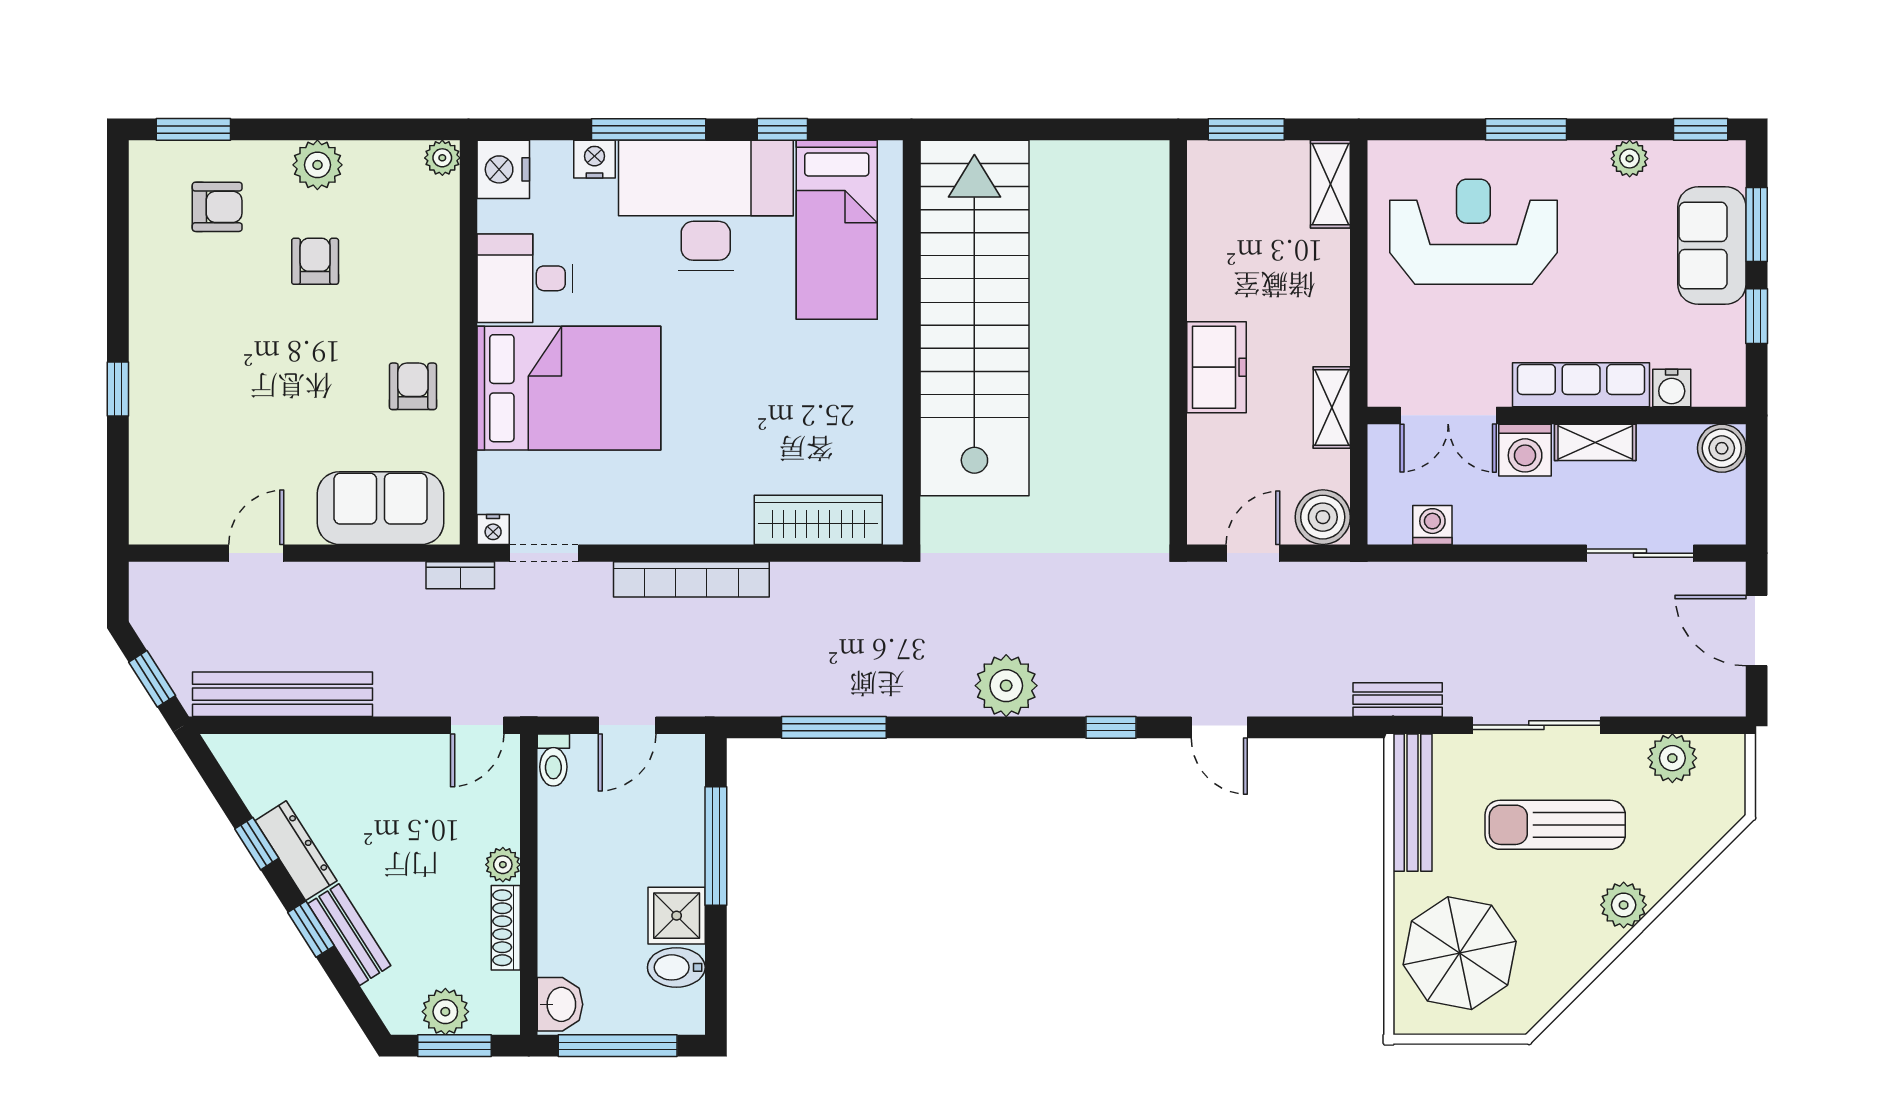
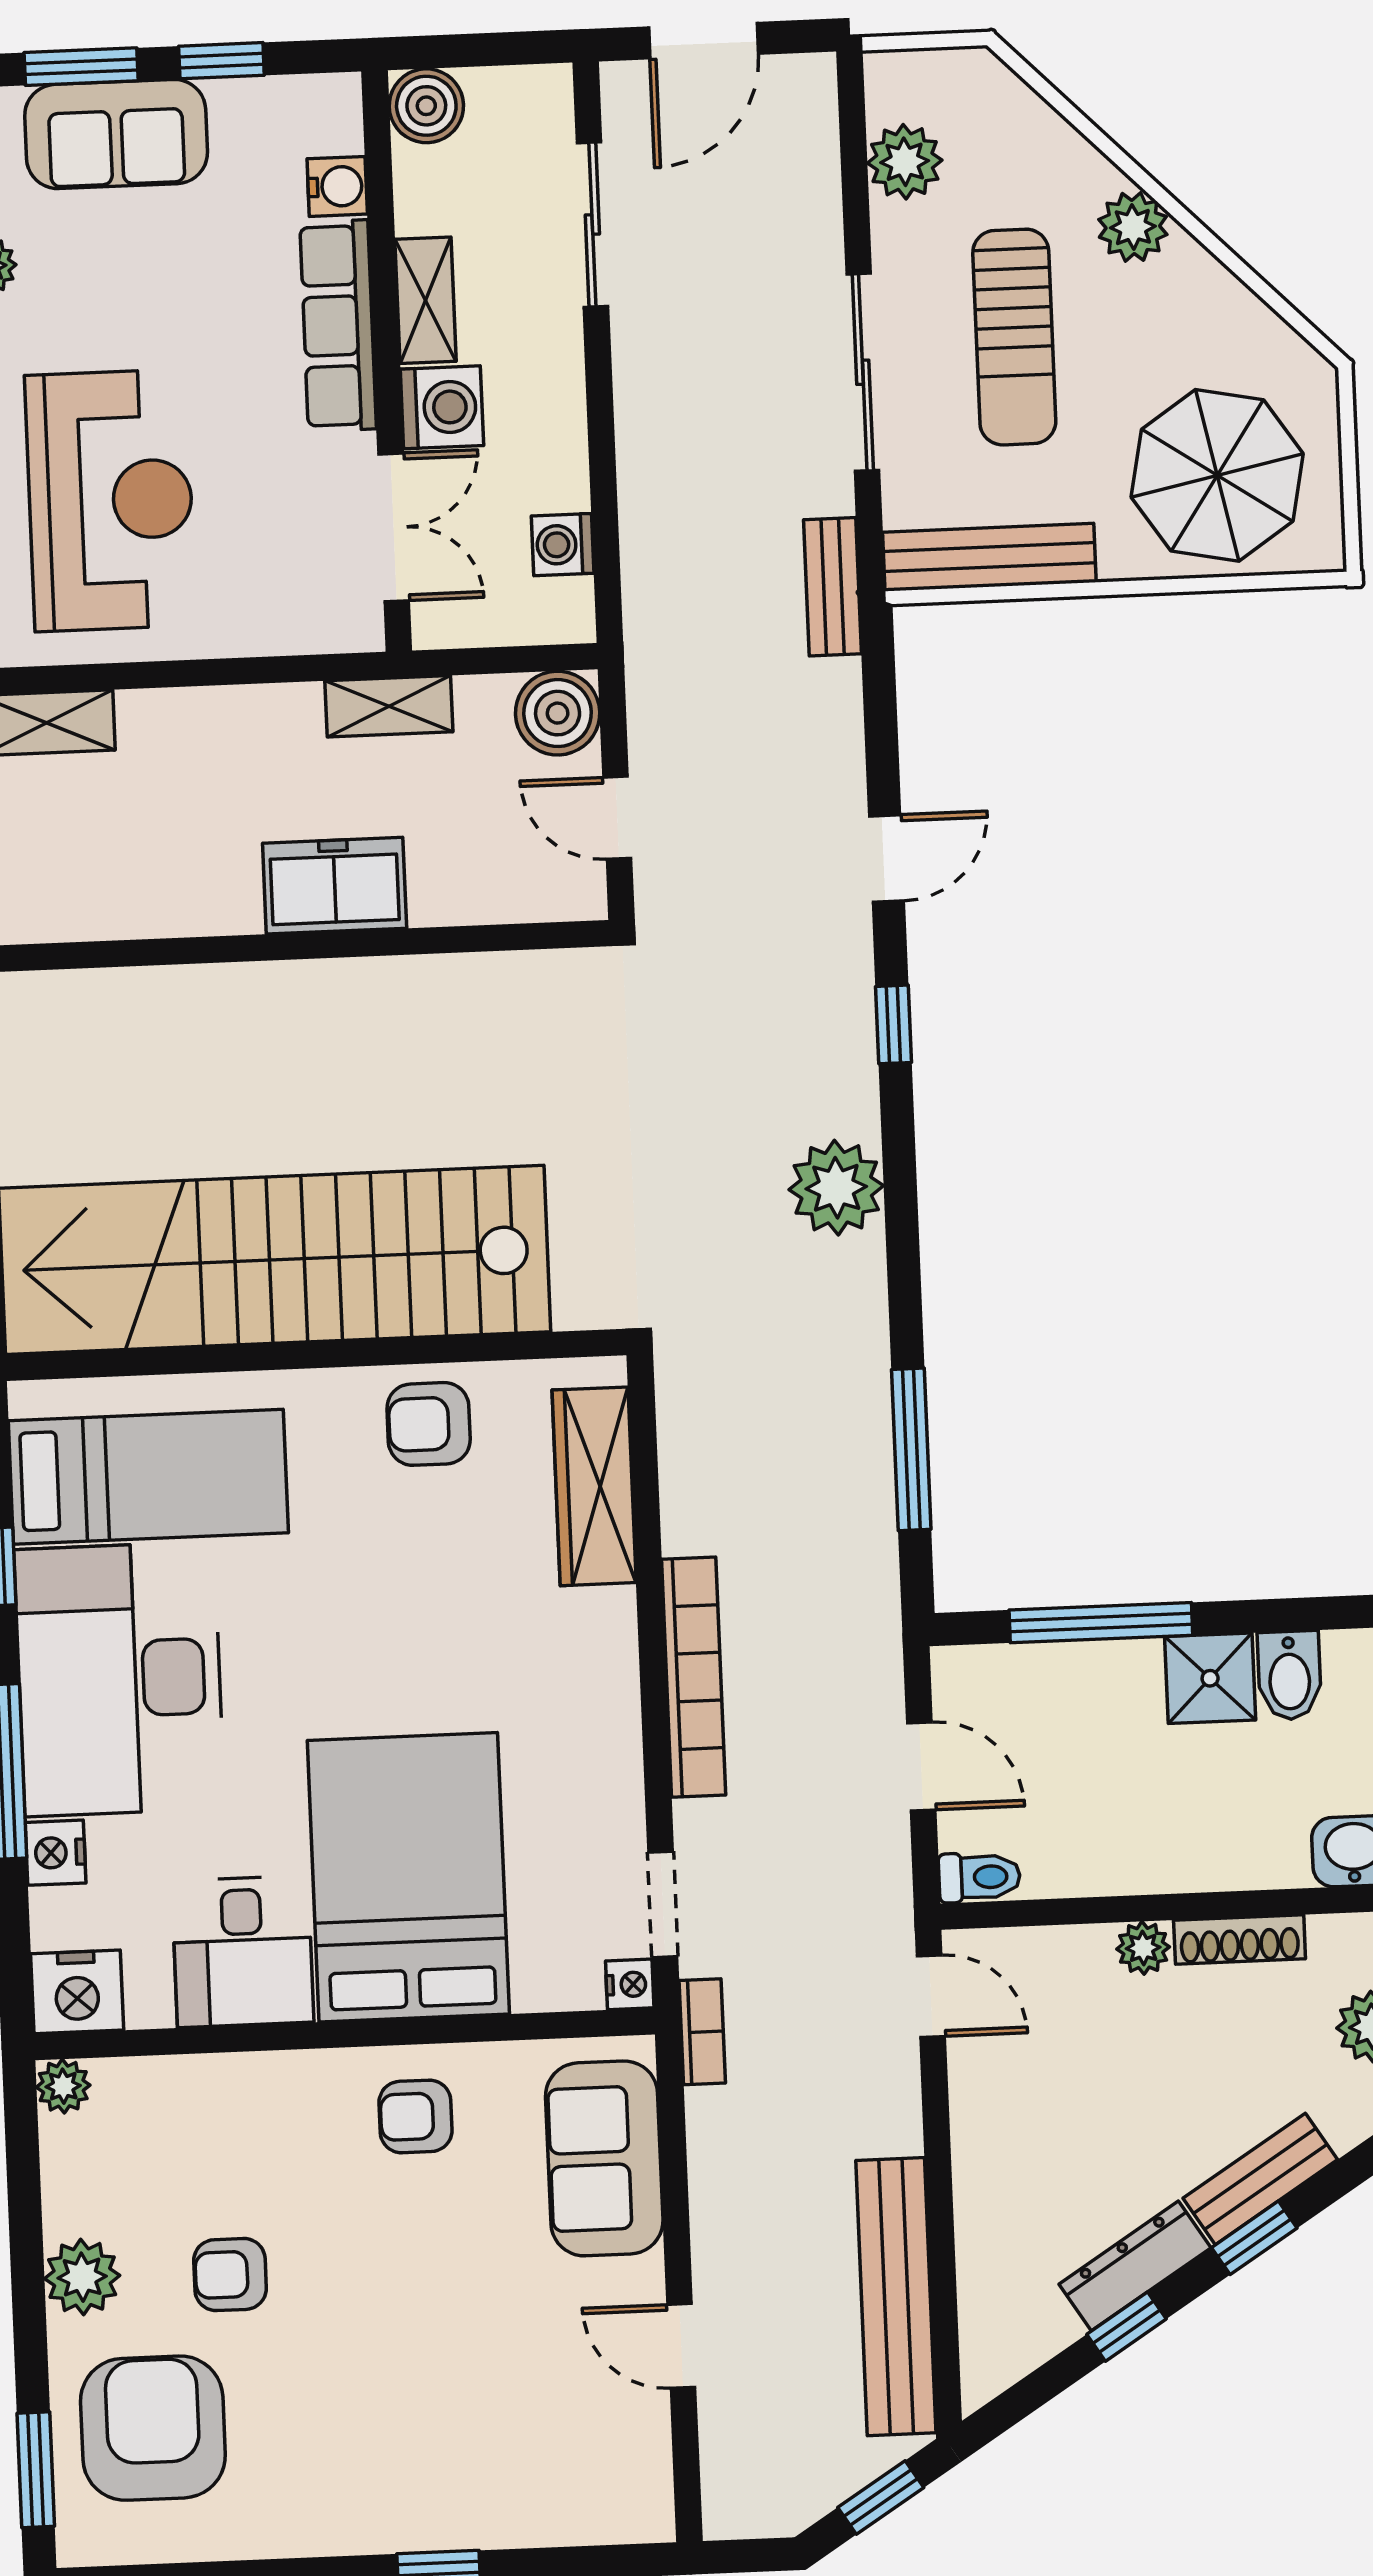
armchair: (217, 207) -> (153, 2428), width x1.88, depth x1.88
reception desk: (1473, 232) -> (110, 500), turned 180
armchair: (863, 414) -> (429, 1424), added

